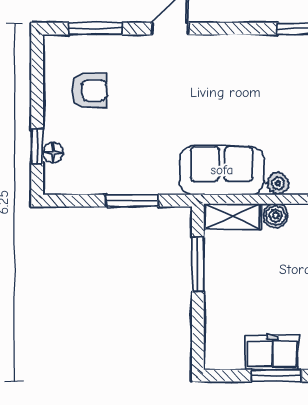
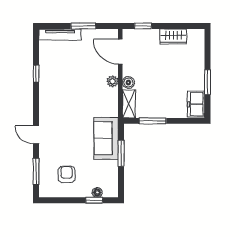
sofa: (222, 170) -> (106, 138), moved
freezer: (272, 353) -> (196, 104), moved

